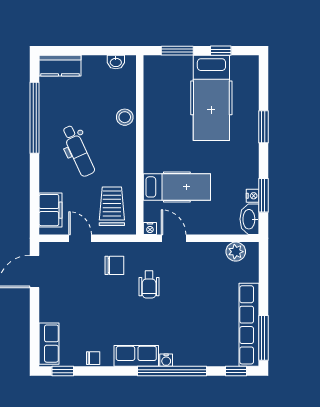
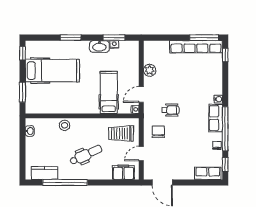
window: (221, 51) -> (22, 53), moved
kitchen counter: (60, 66) -> (45, 173), moved, turned -90
washbasin: (249, 219) -> (99, 46), moved
plant: (236, 252) -> (150, 70), moved
window: (172, 371) -> (225, 129), moved

